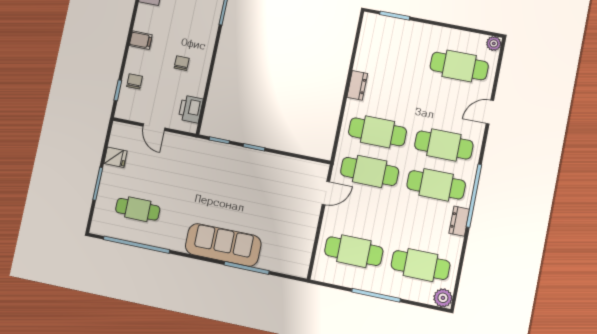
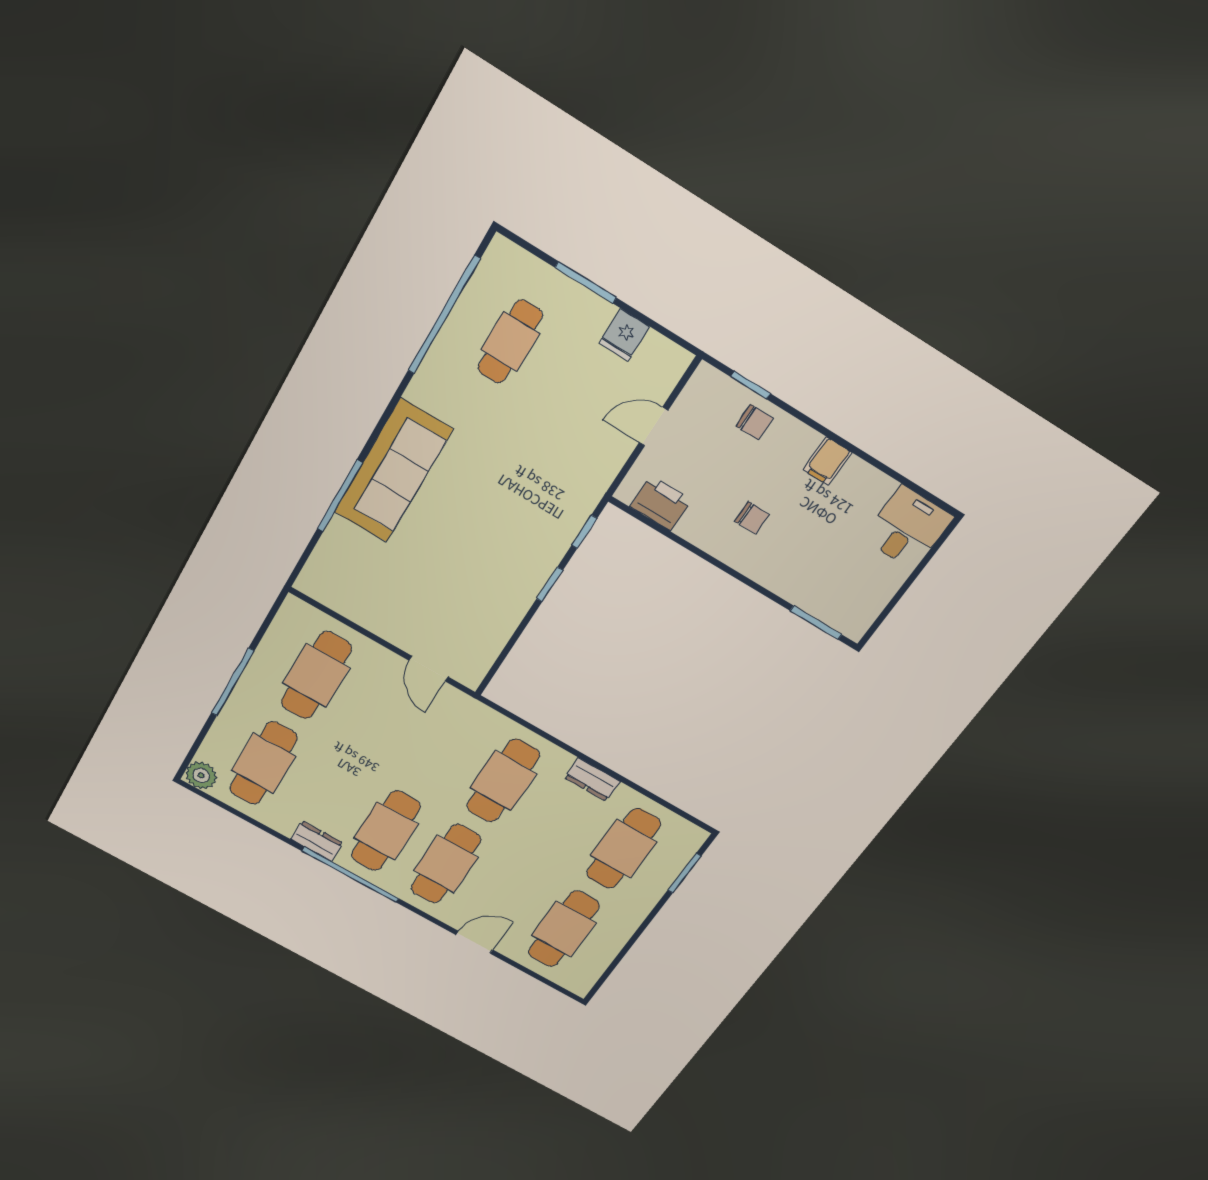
plant: (494, 43) -> (580, 985), removed
door: (490, 112) -> (474, 942), hinge flipped
cafe table: (370, 171) -> (623, 849), moved

